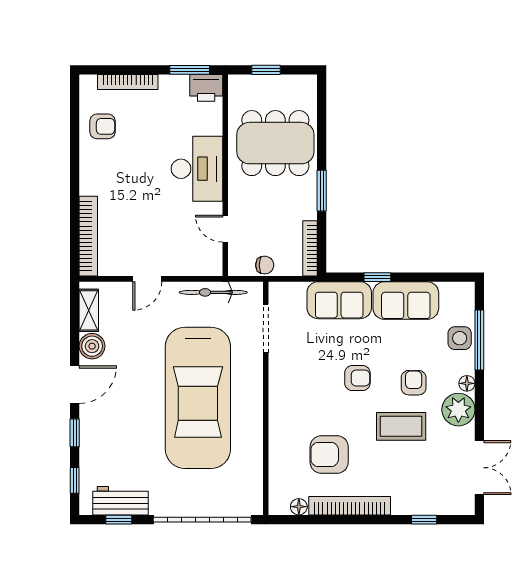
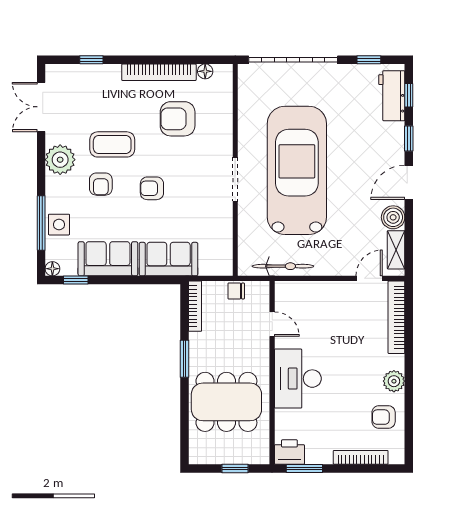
plant: (91, 166) -> (394, 381), added
window: (377, 277) -> (76, 280), moved
door: (147, 279) -> (369, 278), moved
doorway: (266, 329) -> (235, 179), moved
floor lamp: (467, 383) -> (52, 269), moved
armchair: (329, 454) -> (178, 119), turned 180
workbench: (121, 501) -> (392, 96), moved, turned 90

